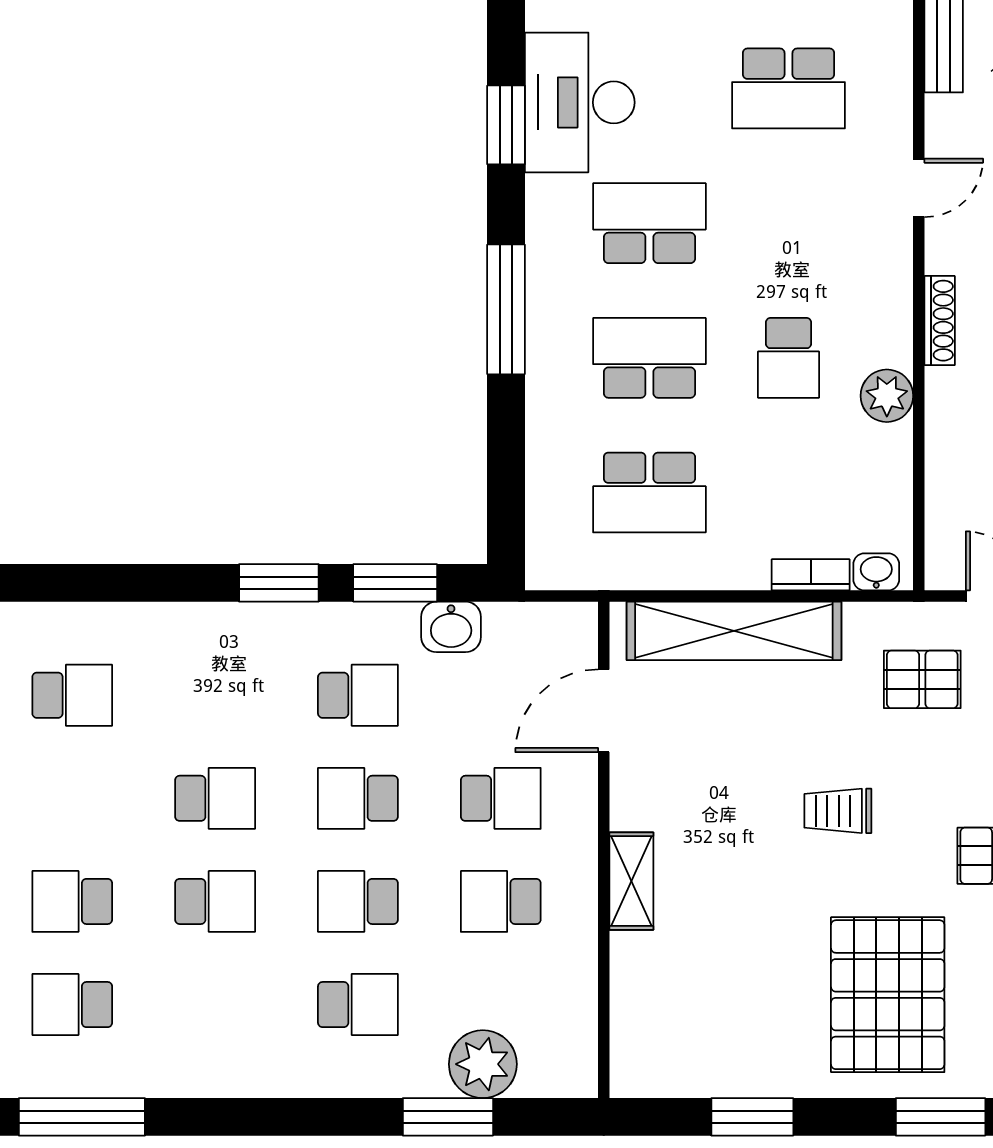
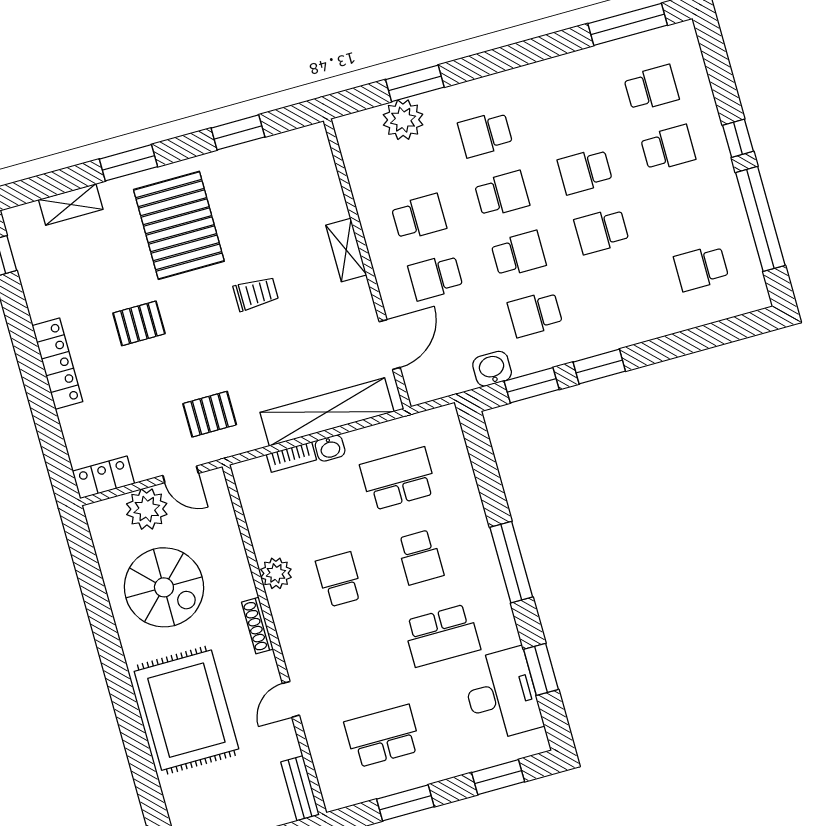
school desk: (649, 358) -> (420, 557), width x0.54
washbasin: (876, 572) -> (330, 448), moved
trolley: (838, 811) -> (256, 294), moved

